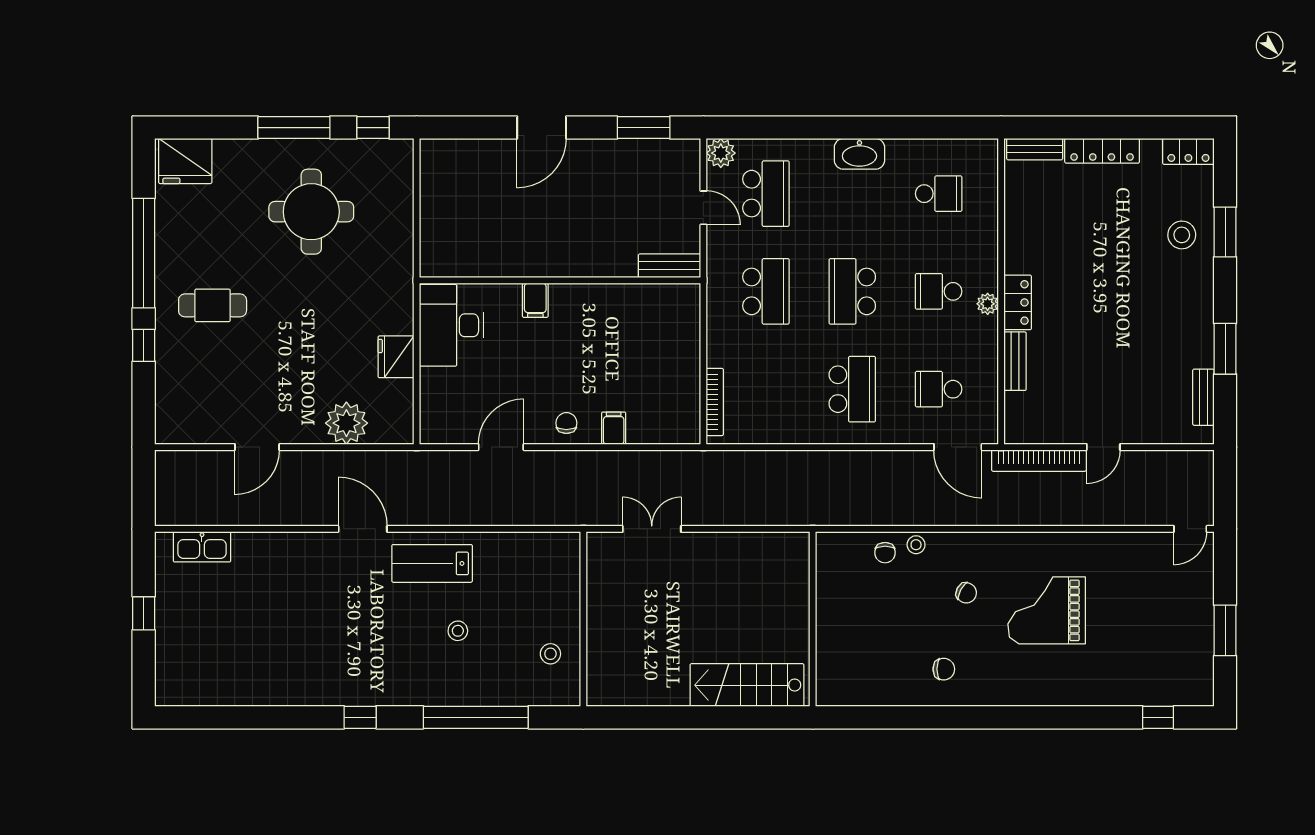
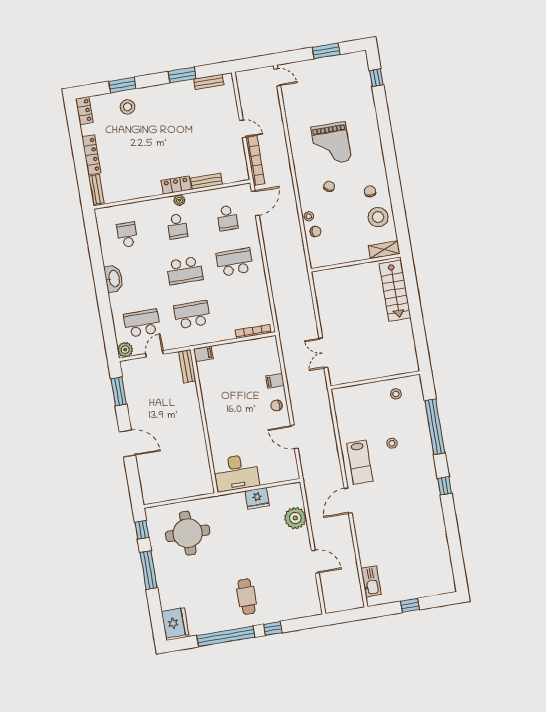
round table: (311, 212) -> (188, 533), moved
filing cabinet: (535, 300) -> (203, 354), moved
stool: (892, 676) -> (378, 217), added
shelving: (828, 678) -> (384, 250), added

